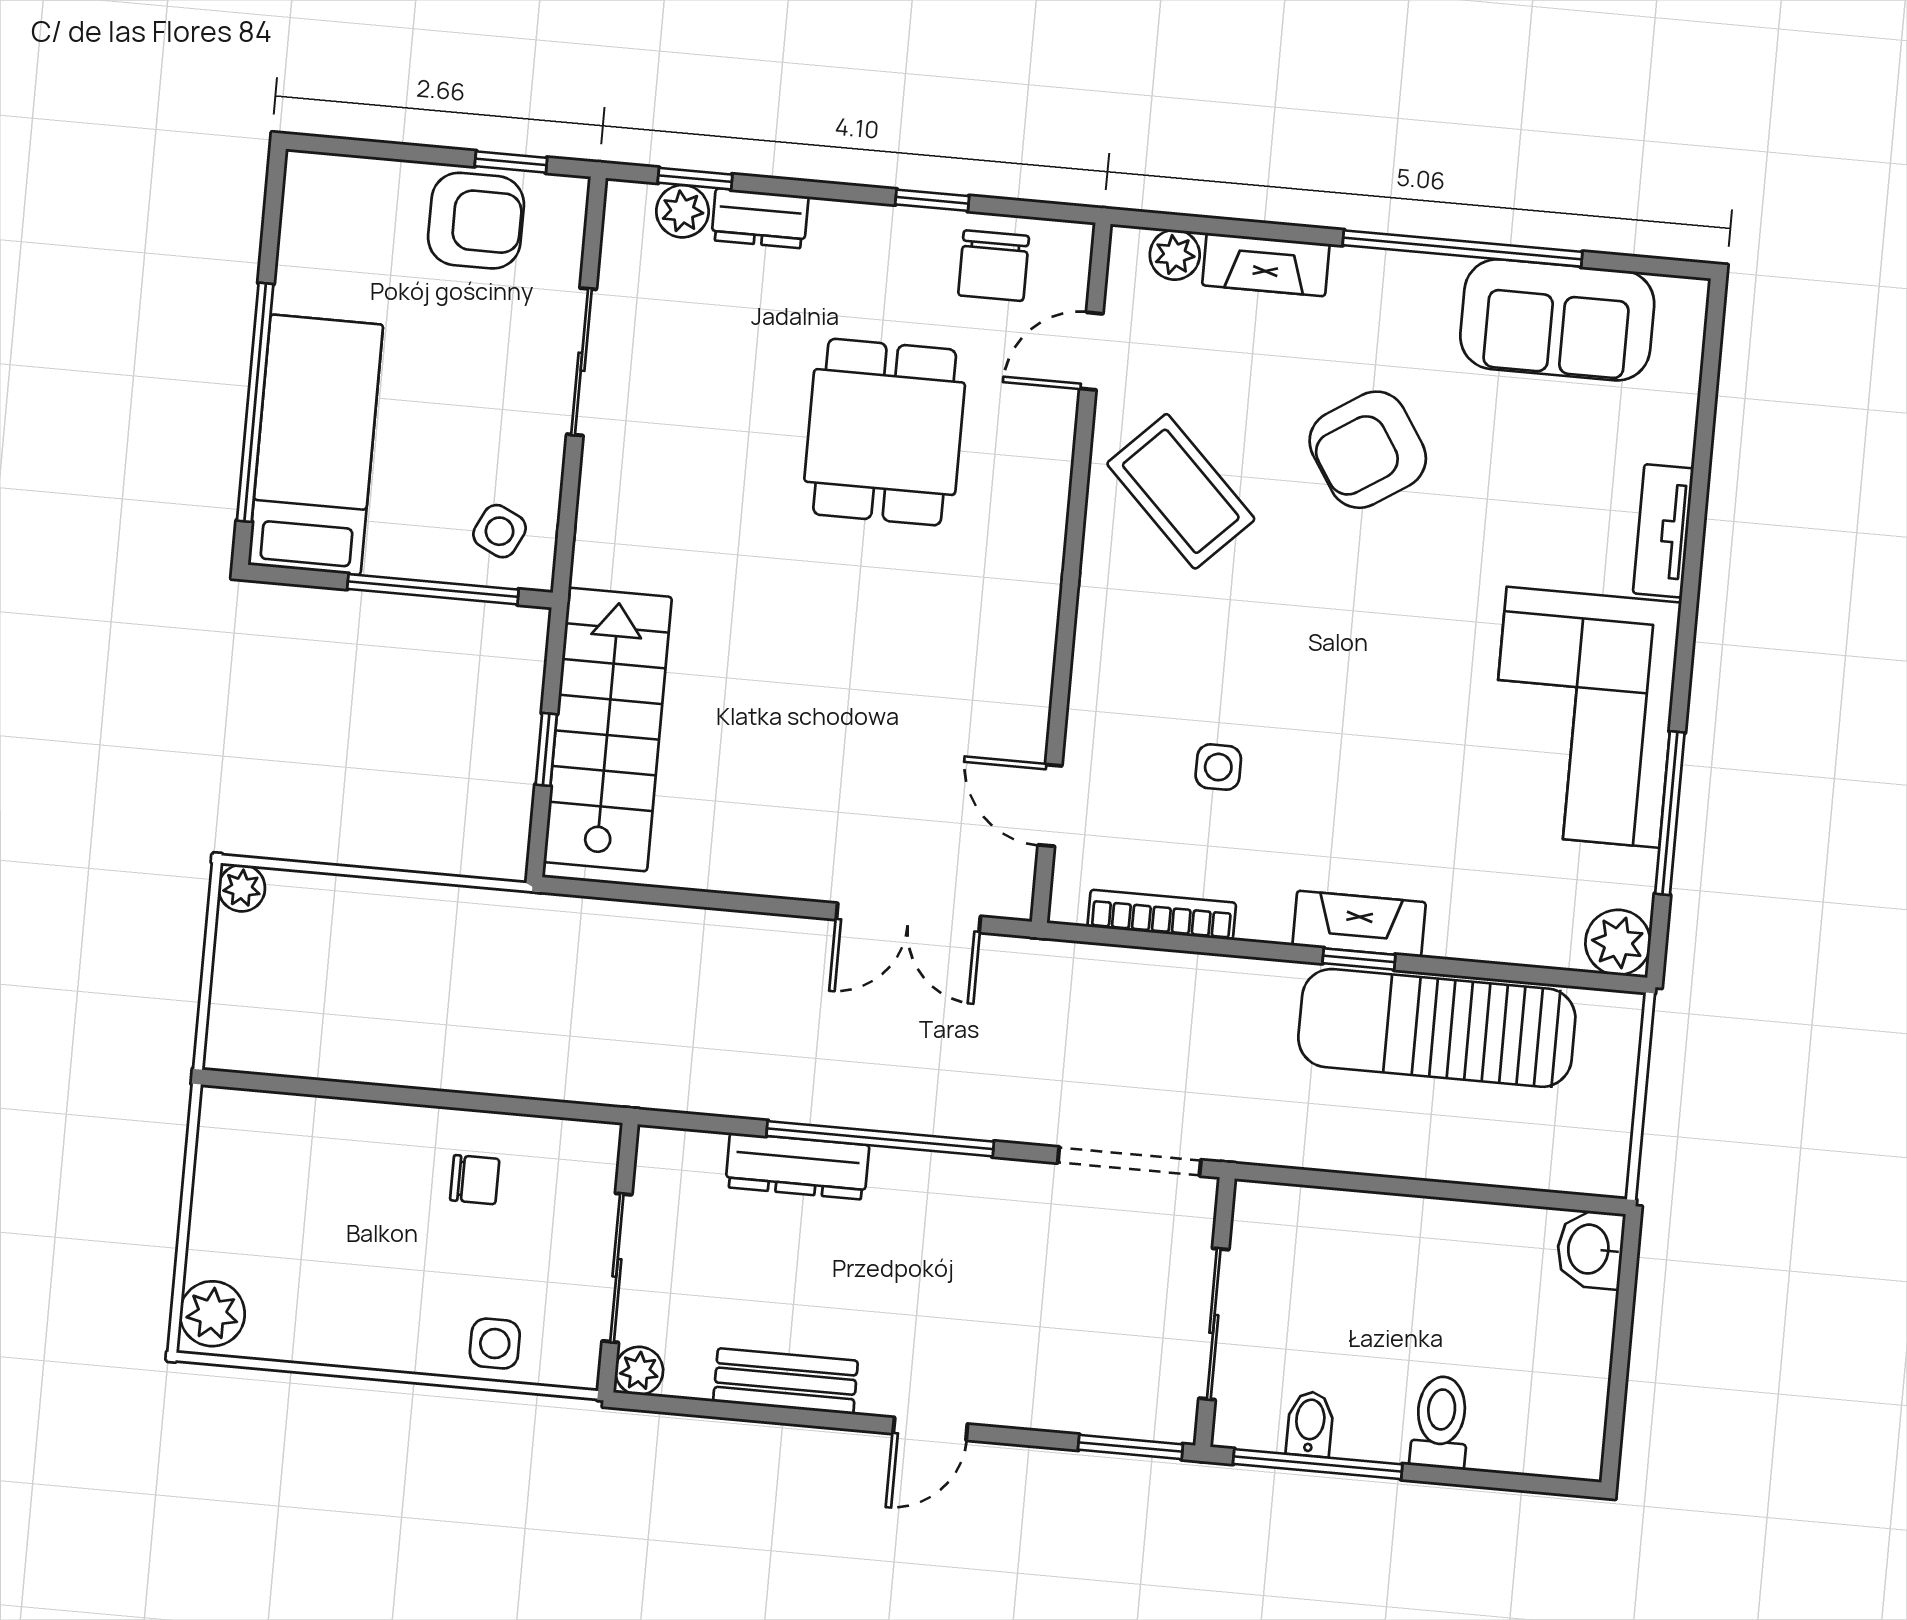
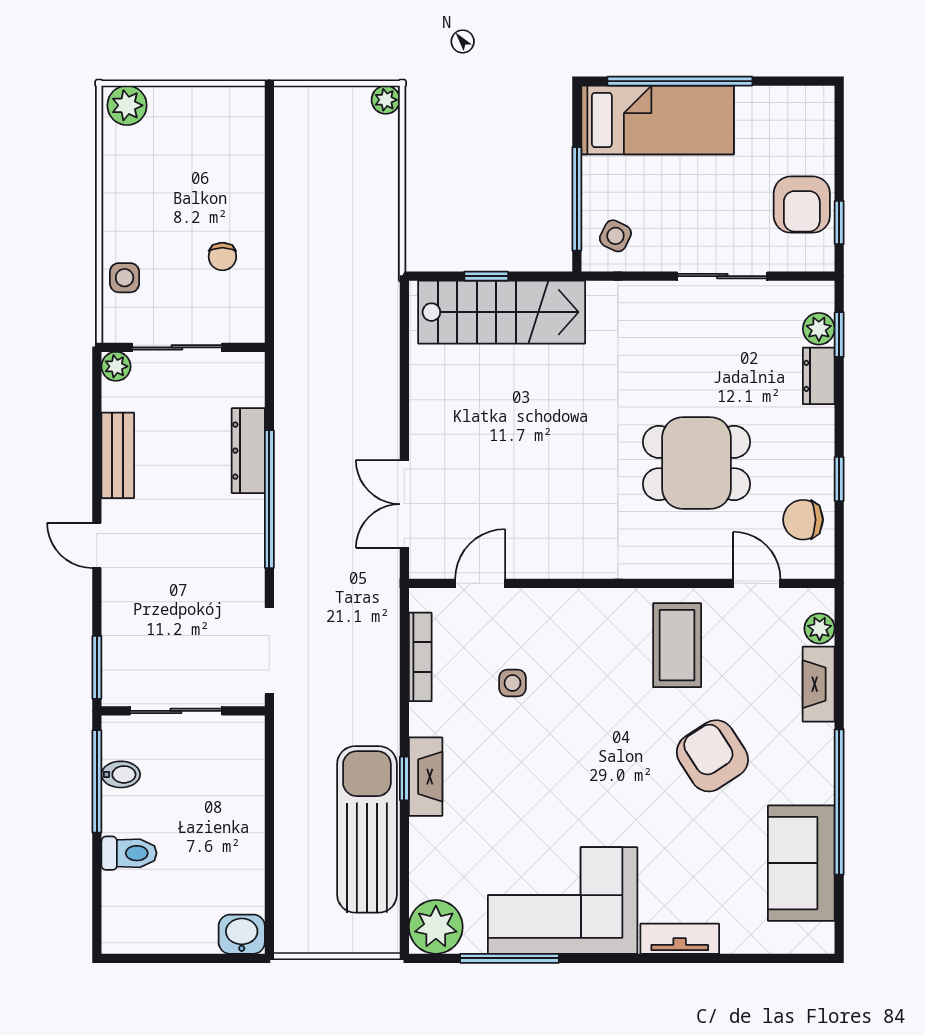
coffee table: (1181, 491) -> (677, 645), turned -45
plant: (1618, 942) -> (436, 927), width x1.36, depth x1.36

